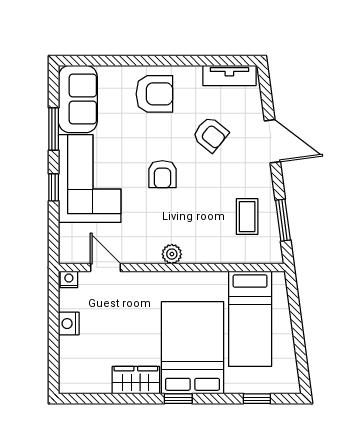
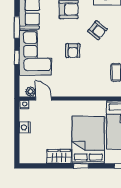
plant: (172, 254) -> (30, 92), moved

